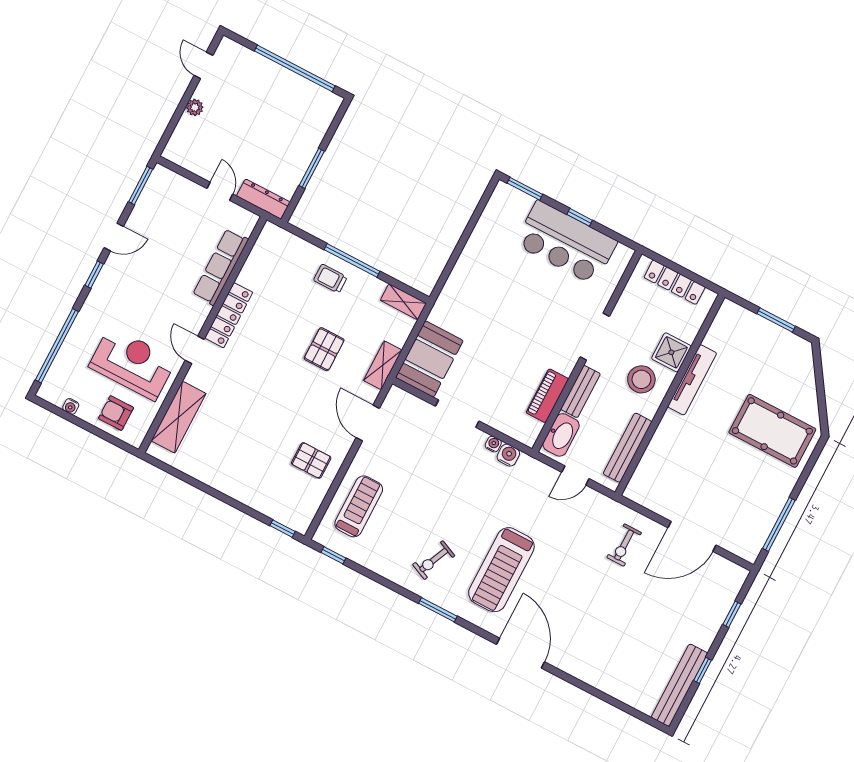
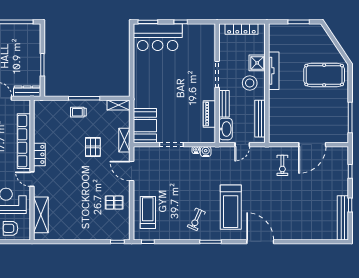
bar counter: (566, 243) -> (158, 37), moved
row of seats: (221, 267) -> (24, 141), width x1.36
locker: (229, 315) -> (39, 154), width x0.66

